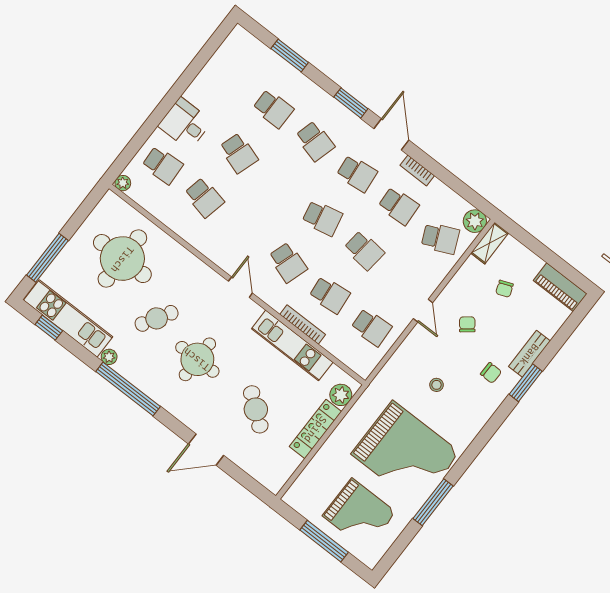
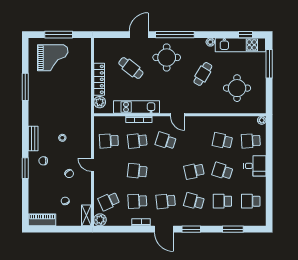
school desk: (231, 76) -> (251, 201), added
school desk: (322, 218) -> (194, 171), moved
round table: (122, 259) -> (237, 88), width x0.73, depth x0.73
bench: (529, 354) -> (33, 138), moved
round table: (197, 359) -> (167, 57), moved
window: (128, 389) -> (175, 35), moved
grand piano: (406, 453) -> (53, 99), removed
grand piano: (359, 514) -> (53, 58), turned 180

